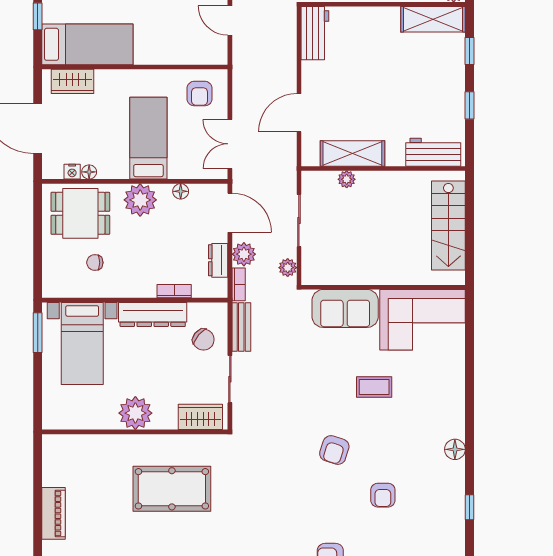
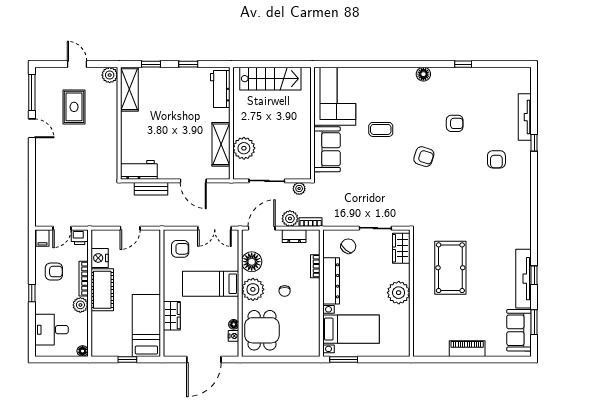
wardrobe: (73, 81) -> (172, 316), moved
plant: (347, 179) -> (244, 148), width x1.88, depth x1.88
floor lamp: (181, 191) -> (252, 262), width x1.89, depth x1.89
chair: (95, 263) -> (285, 291), moved
bench: (241, 327) -> (151, 189), moved
coffee table: (374, 387) -> (381, 129), turned 90

